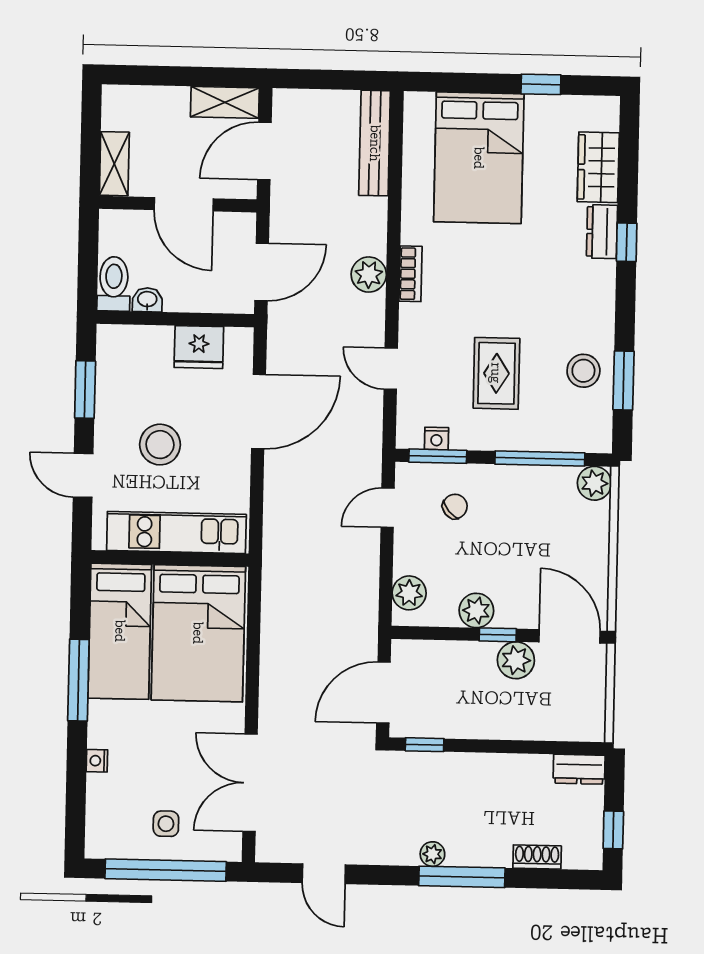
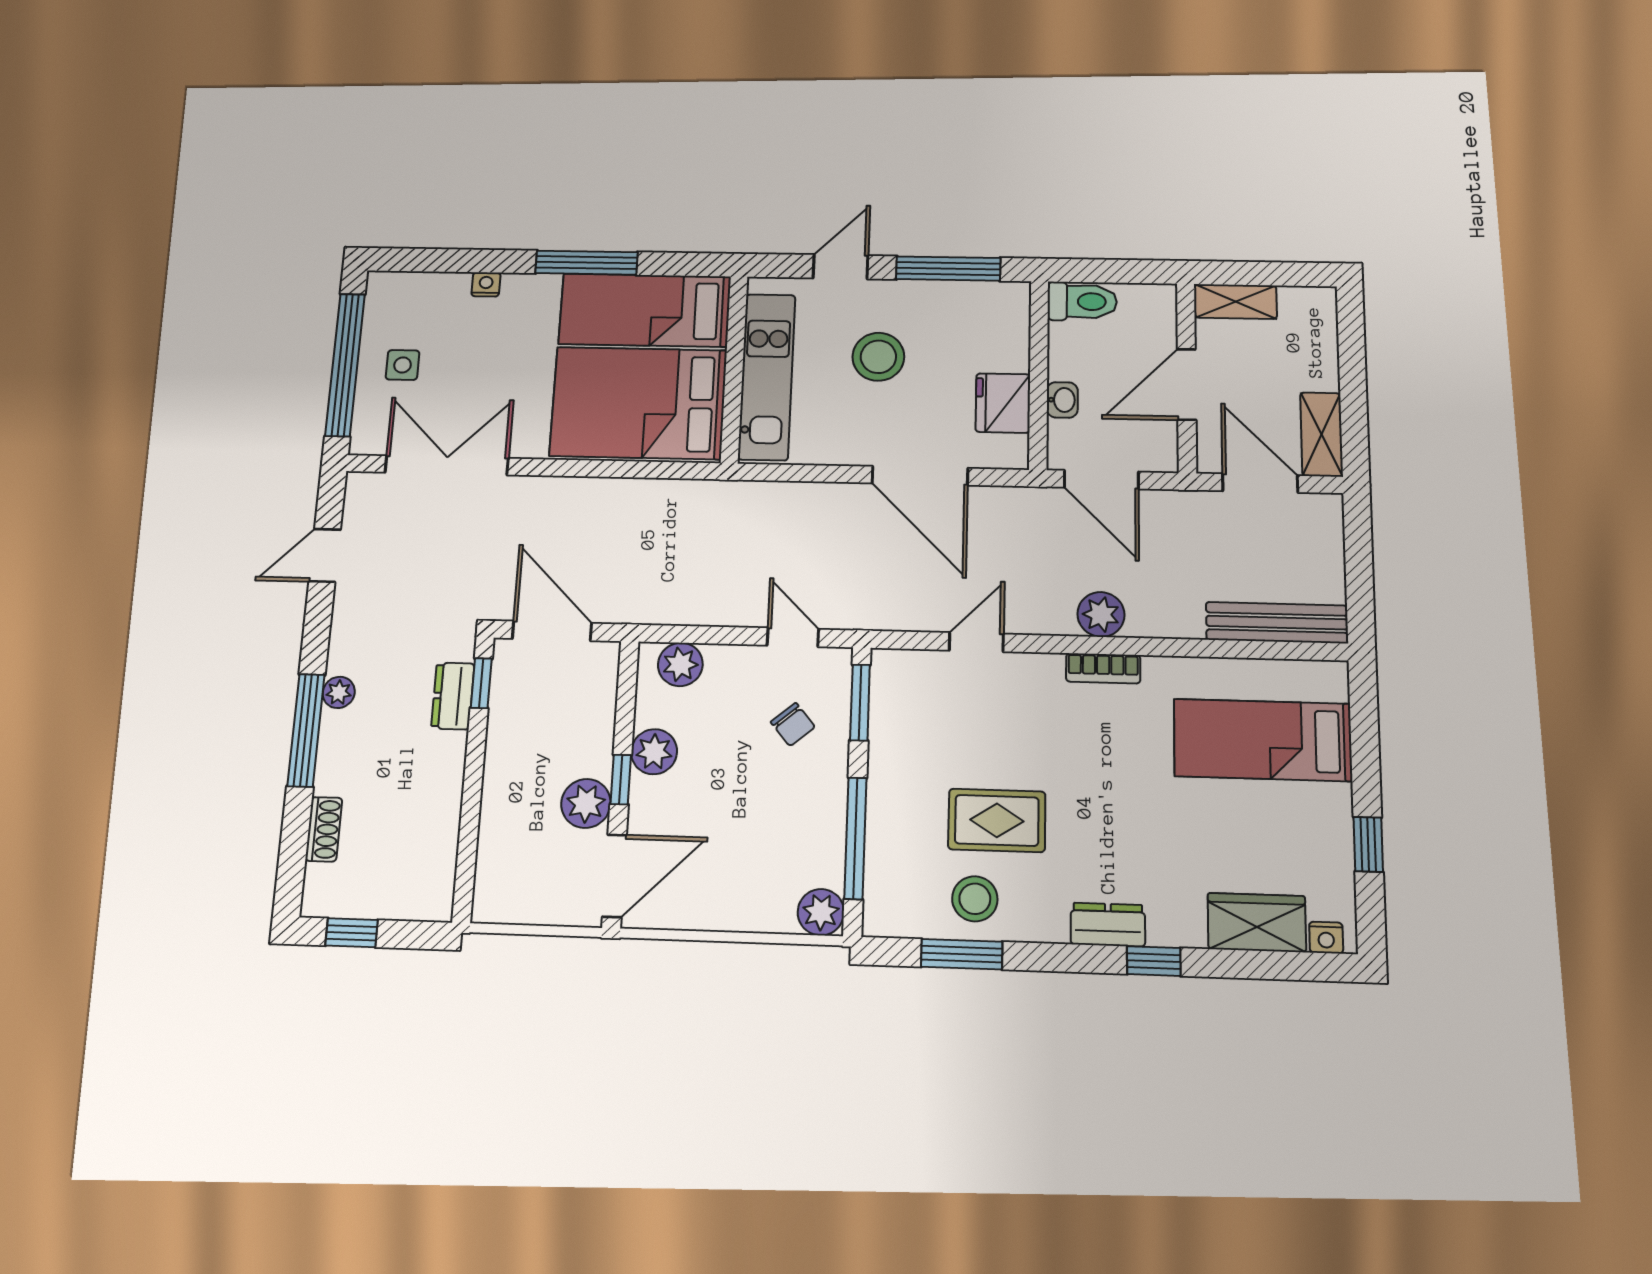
bed: (479, 158) -> (1263, 740), width x0.67
dresser: (602, 232) -> (1108, 925), moved
washbasin: (147, 300) -> (1062, 400), moved
rug: (496, 373) -> (997, 820), moved
window: (85, 389) -> (948, 269), width x1.44
nightstand: (436, 438) -> (1326, 938), moved, turned -90
dresser: (579, 769) -> (453, 696), moved

